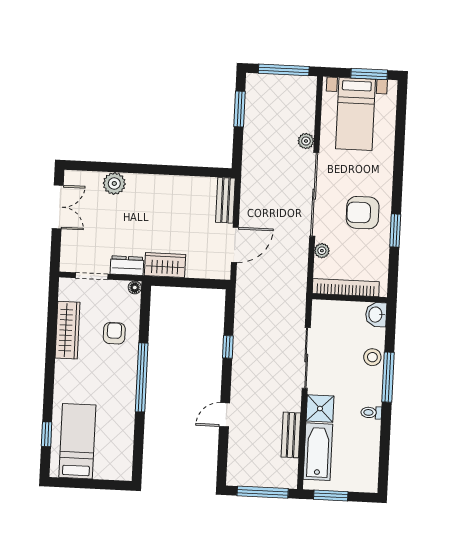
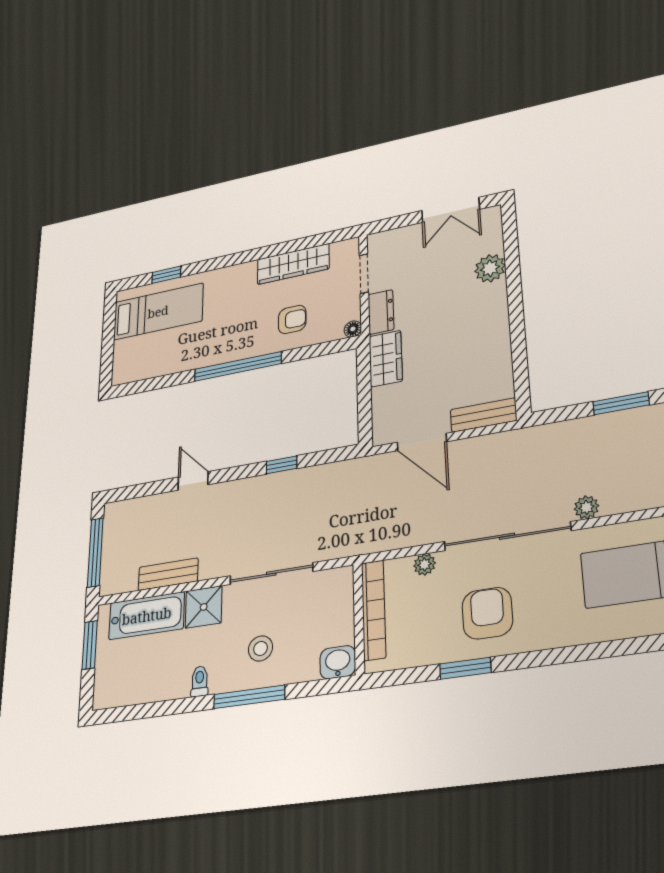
stool: (372, 357) -> (261, 648), moved

